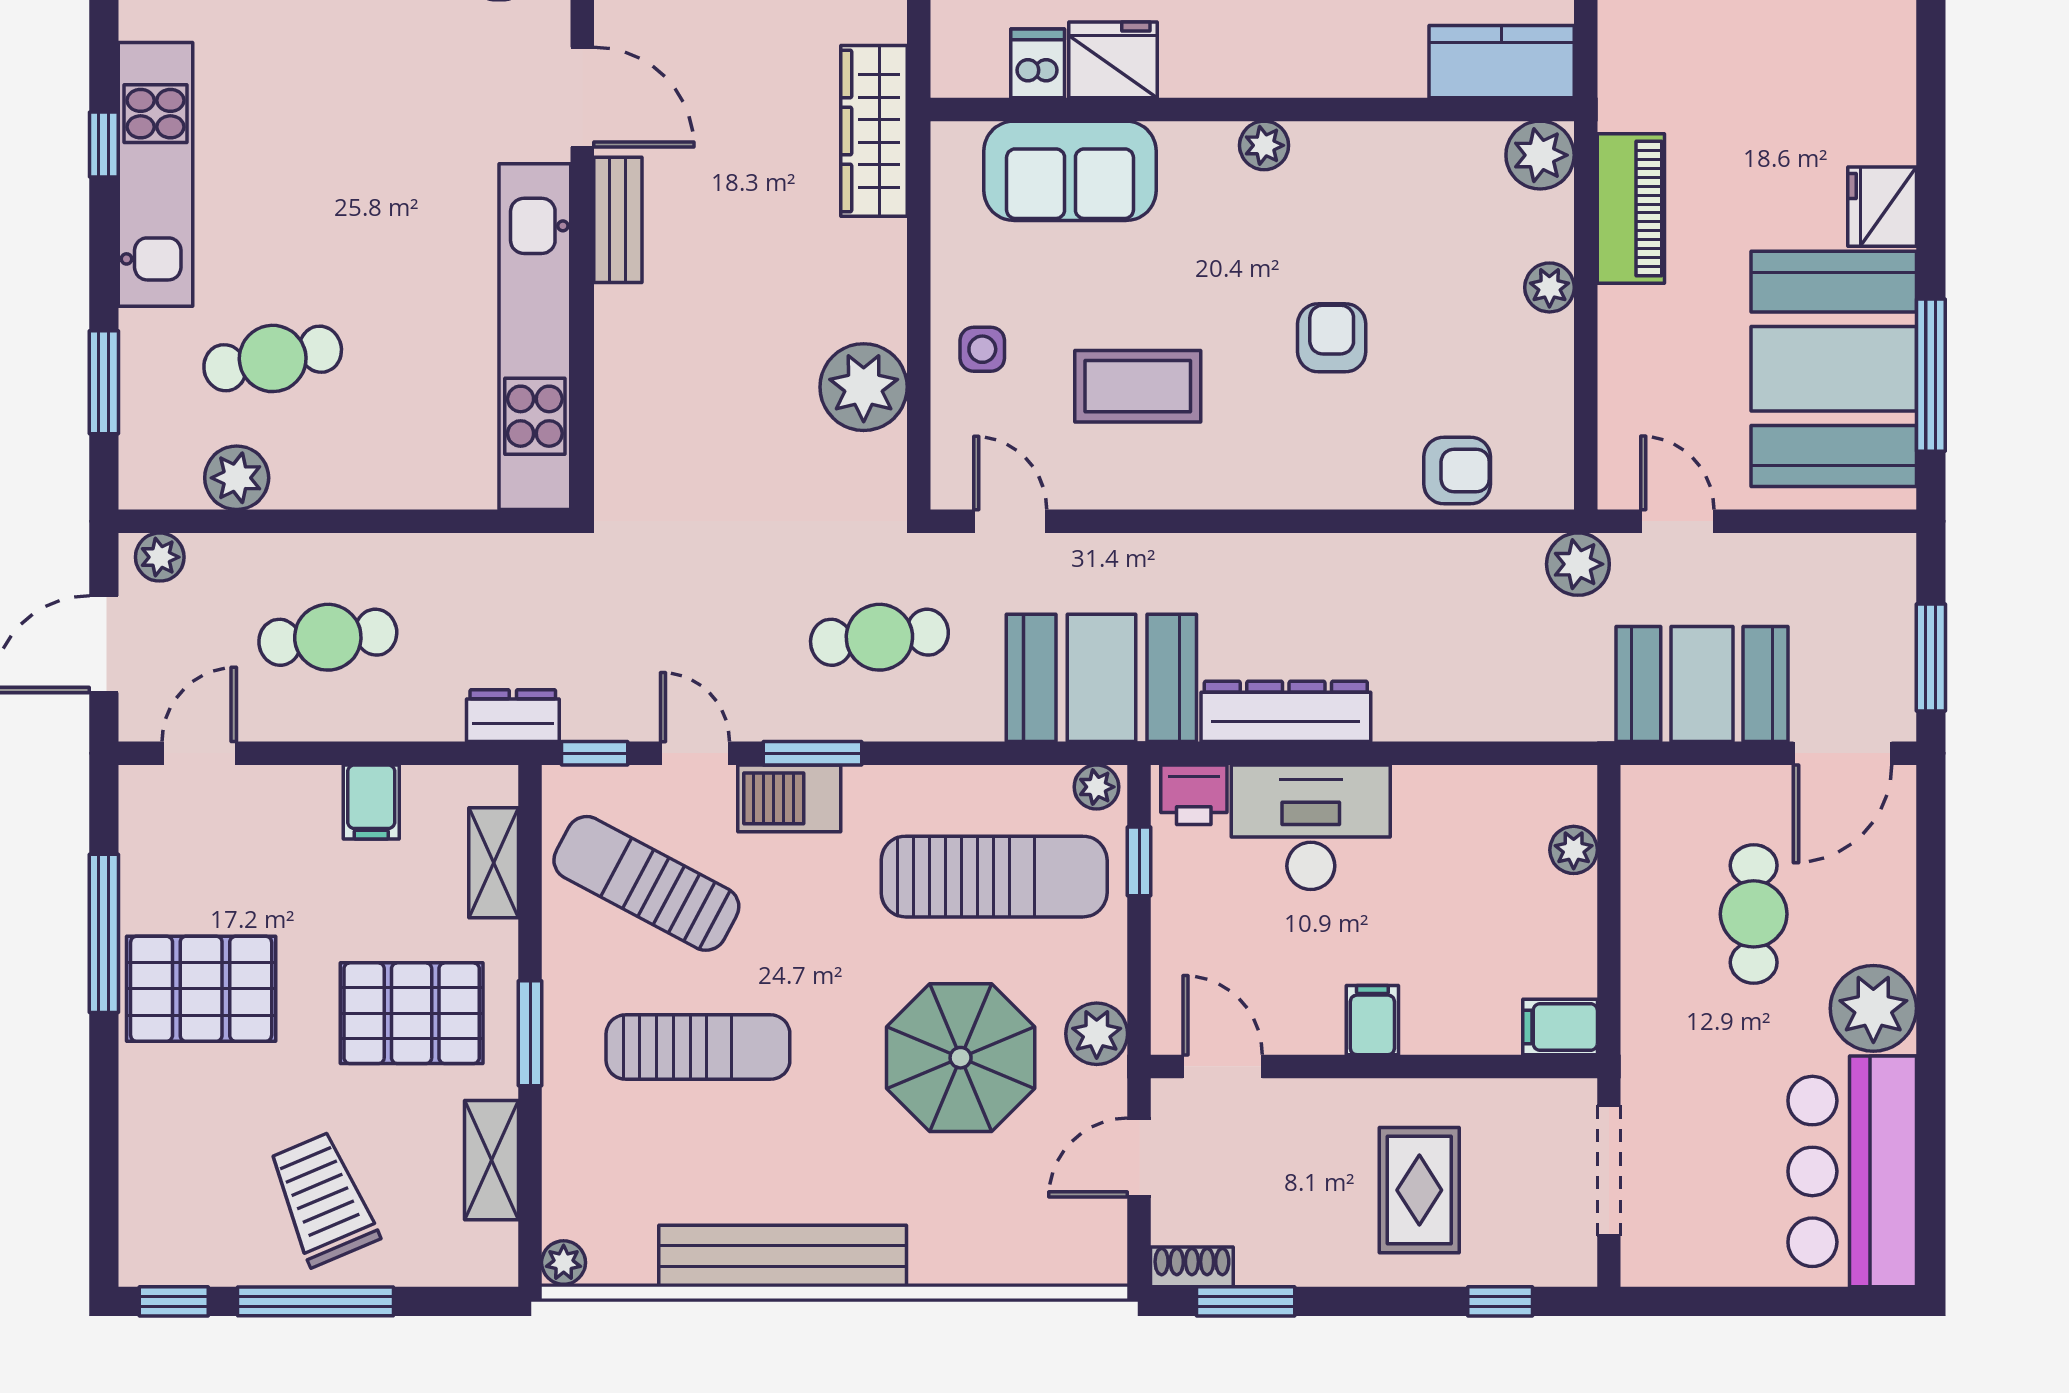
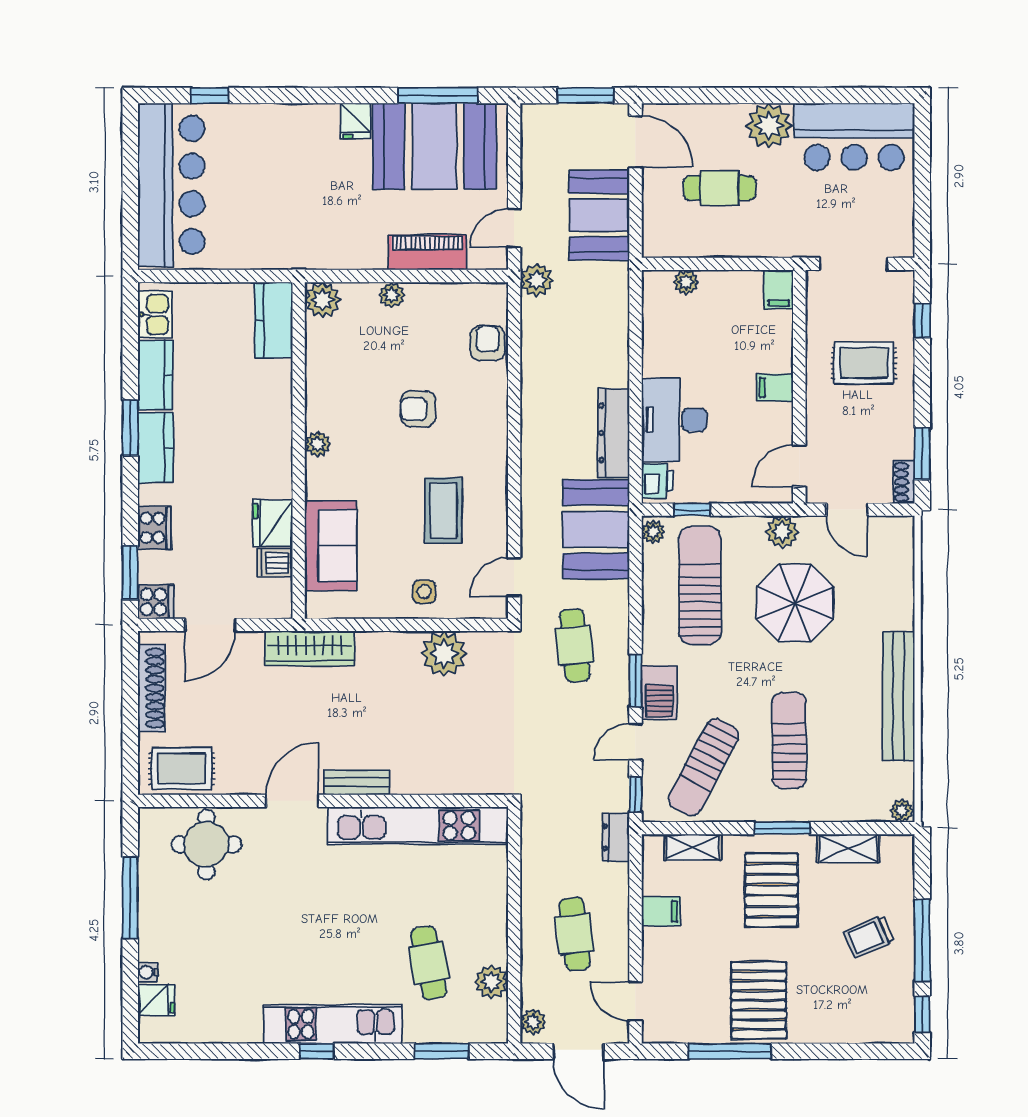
fridge: (1882, 207) -> (355, 121), width x0.72
piano: (1631, 208) -> (427, 252), moved
trolley: (323, 1199) -> (869, 937), width x0.73, depth x0.72

